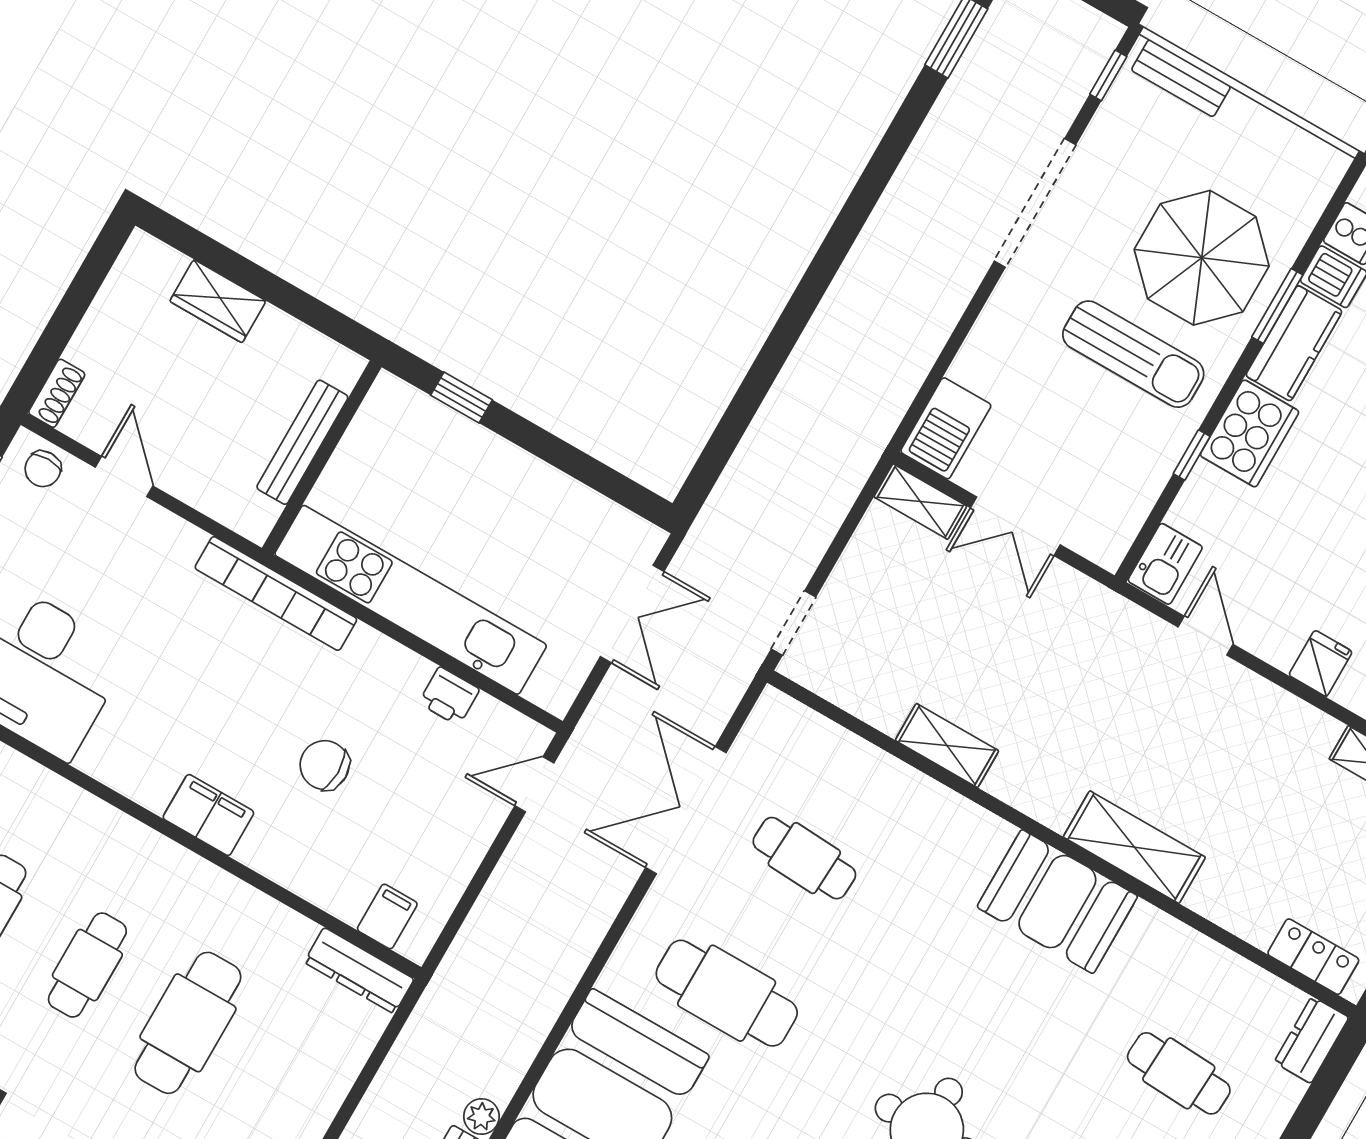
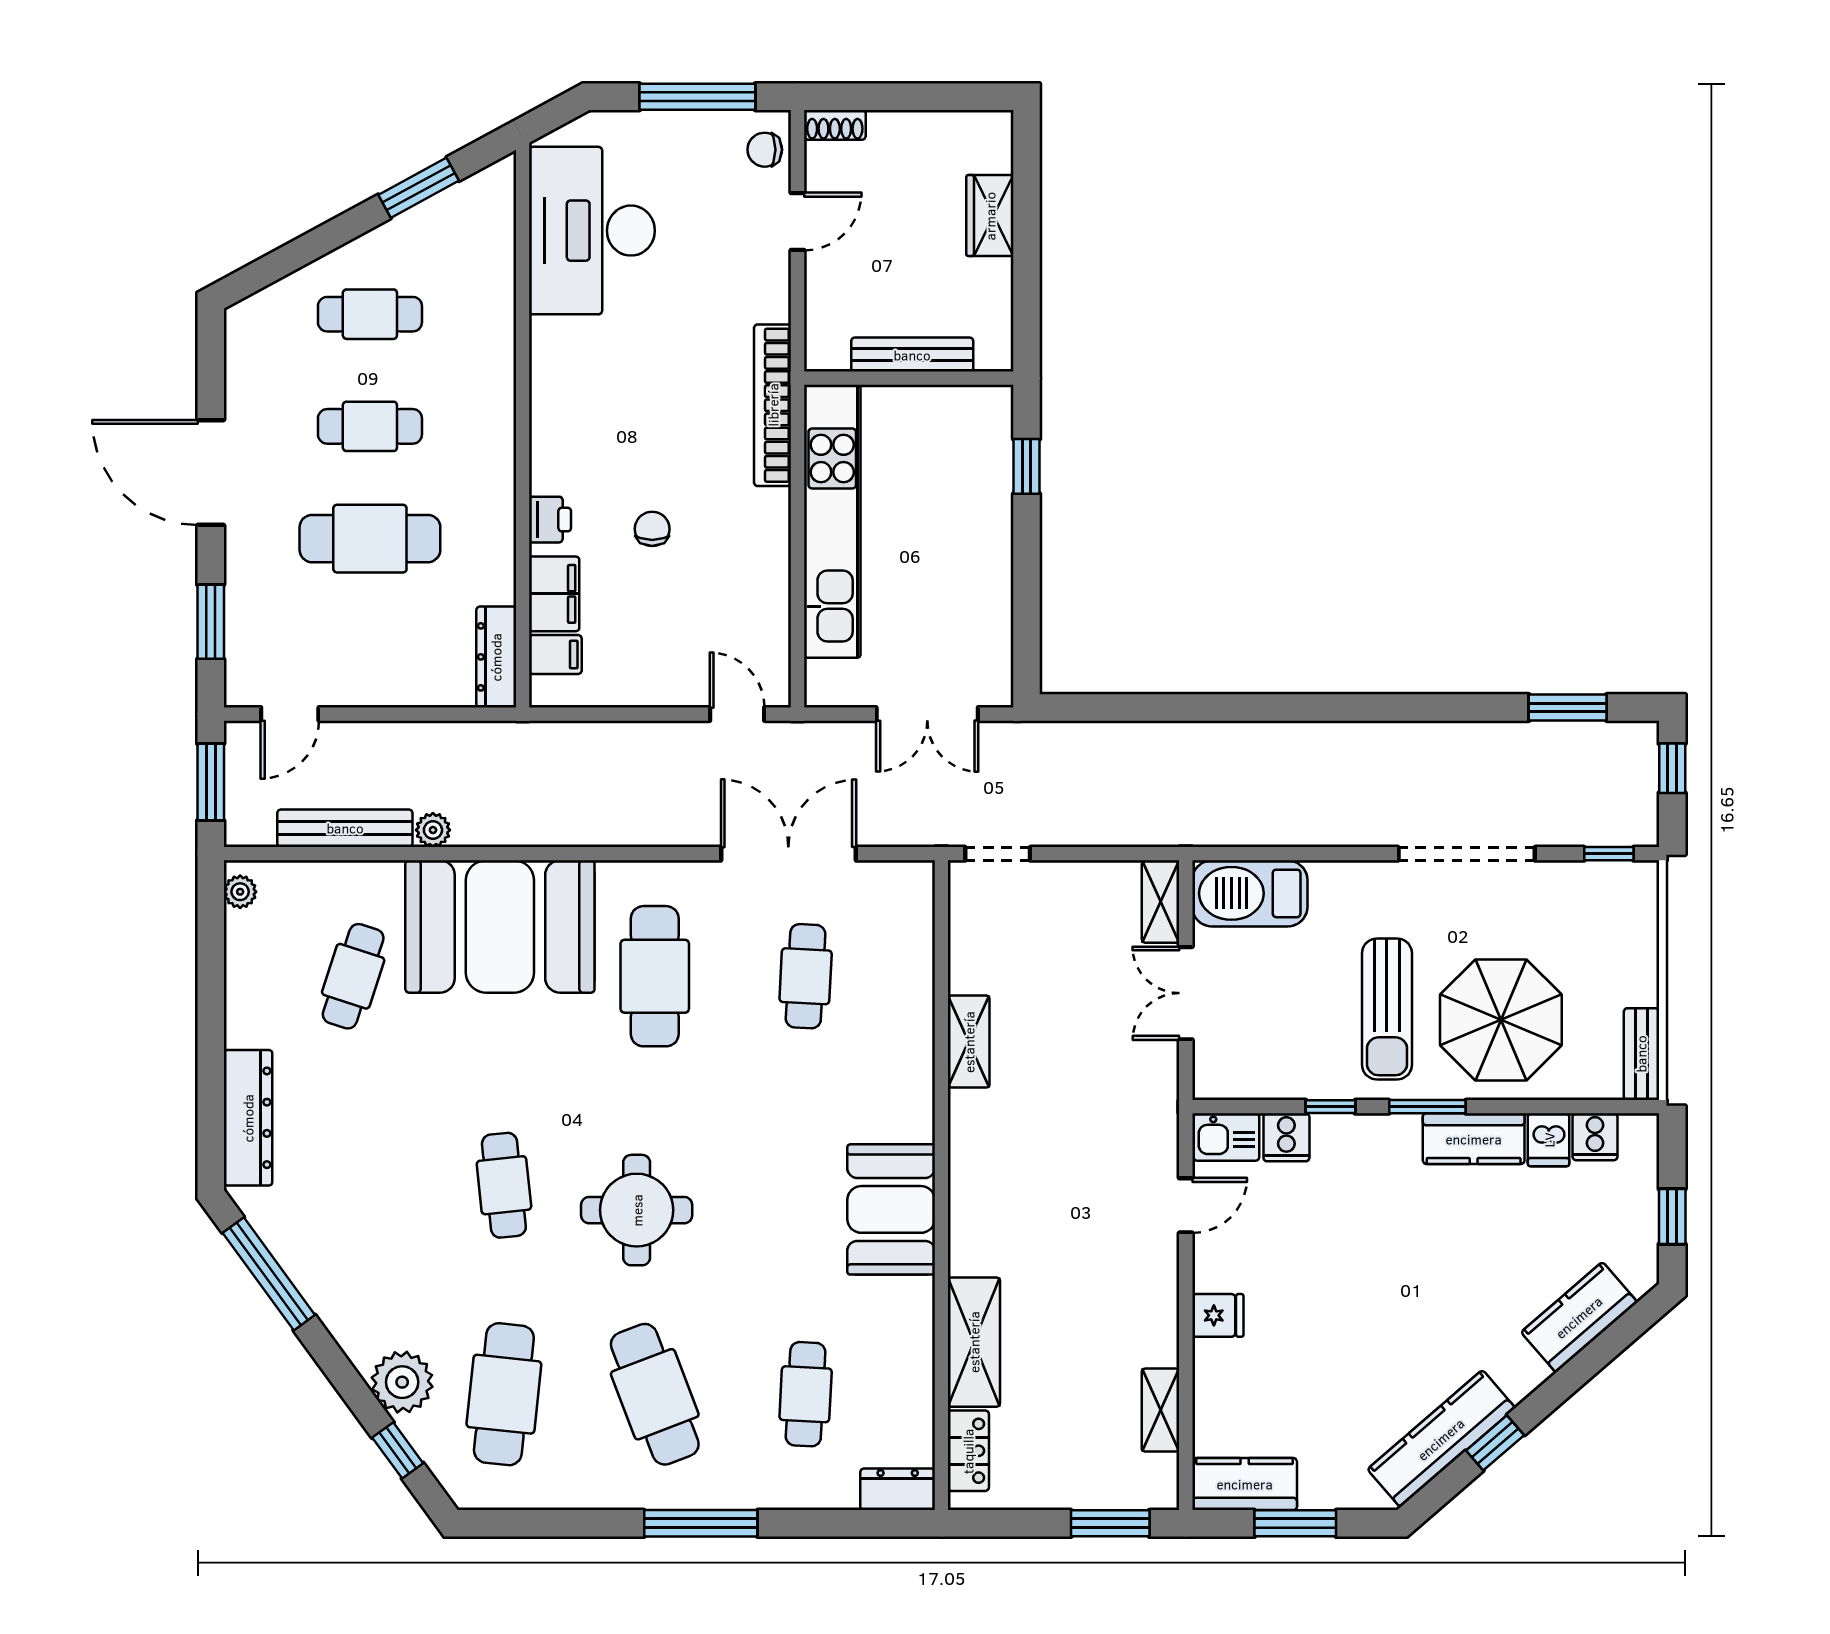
bench: (1181, 78) -> (1641, 1054), moved
window: (1277, 306) -> (1427, 1107), moved
barbecue: (946, 428) -> (1250, 893), width x1.37, depth x1.21
cooker: (1250, 433) -> (1286, 1137), moved, width x0.53, depth x0.76
printer: (449, 696) -> (550, 520), moved, turned 180
chair: (325, 765) -> (652, 529), width x0.73, depth x0.73
filing cabinet: (208, 815) -> (554, 594), moved
shelving: (1134, 847) -> (974, 1342), moved

